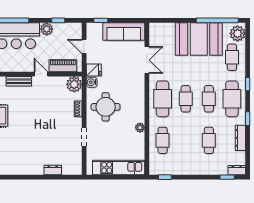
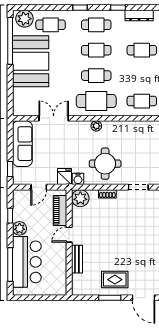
cafe table: (232, 99) -> (96, 25), width x0.73, depth x0.74
plant: (140, 128) -> (96, 126), moved

